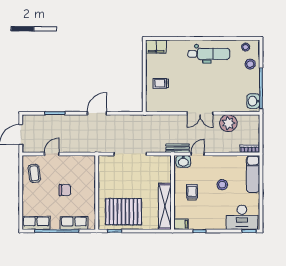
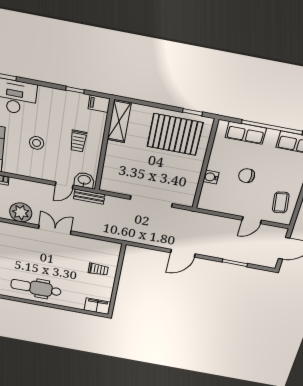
water cooler: (90, 183) -> (211, 177), added
shelving: (165, 206) -> (119, 121), width x0.68

